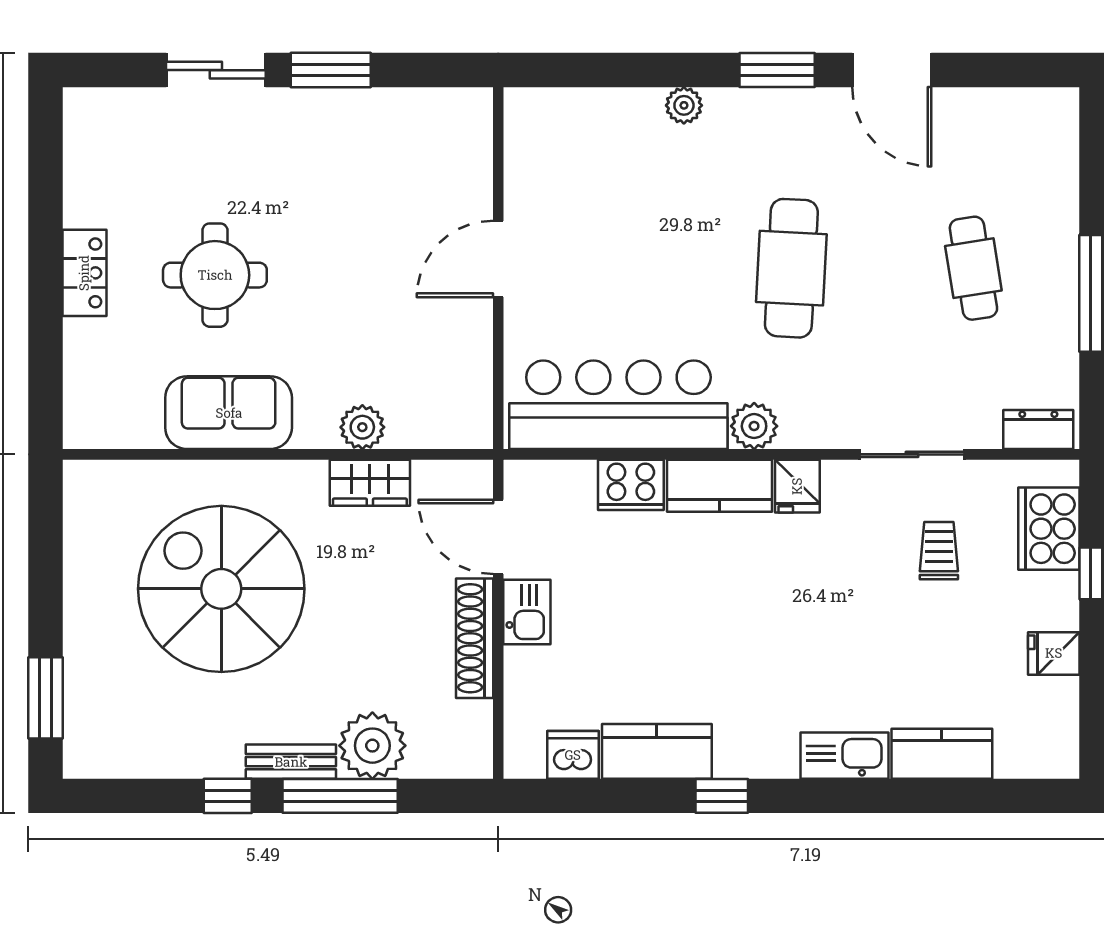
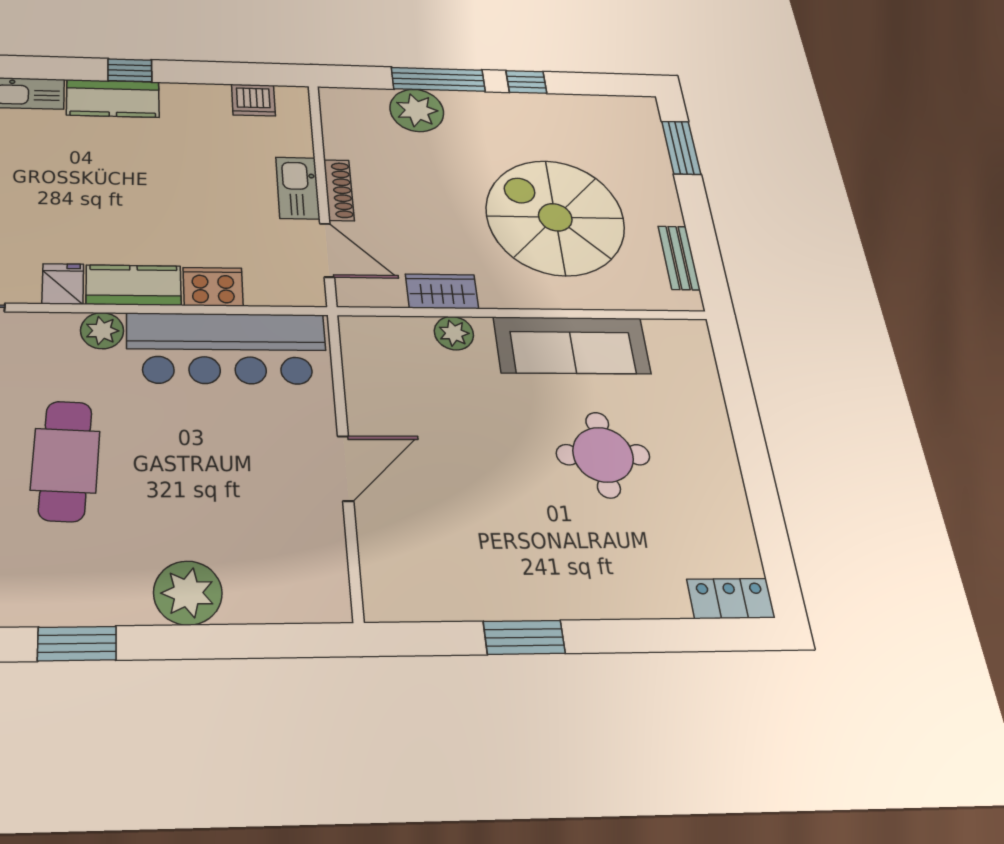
sliding door: (216, 70) -> (635, 636), removed
plant: (684, 105) -> (188, 593), width x1.87, depth x1.87
locker: (84, 273) -> (731, 598), moved, turned 90
sofa: (229, 413) -> (572, 345), width x1.36
spiral stairs: (221, 589) -> (555, 217), turned 180
kitchen sink: (527, 612) -> (298, 188), width x1.38
shoe rack: (475, 638) -> (339, 190), width x0.74, depth x0.81
kitchen counter: (657, 751) -> (113, 98), moved
bench: (291, 762) -> (679, 258), moved, turned 90

